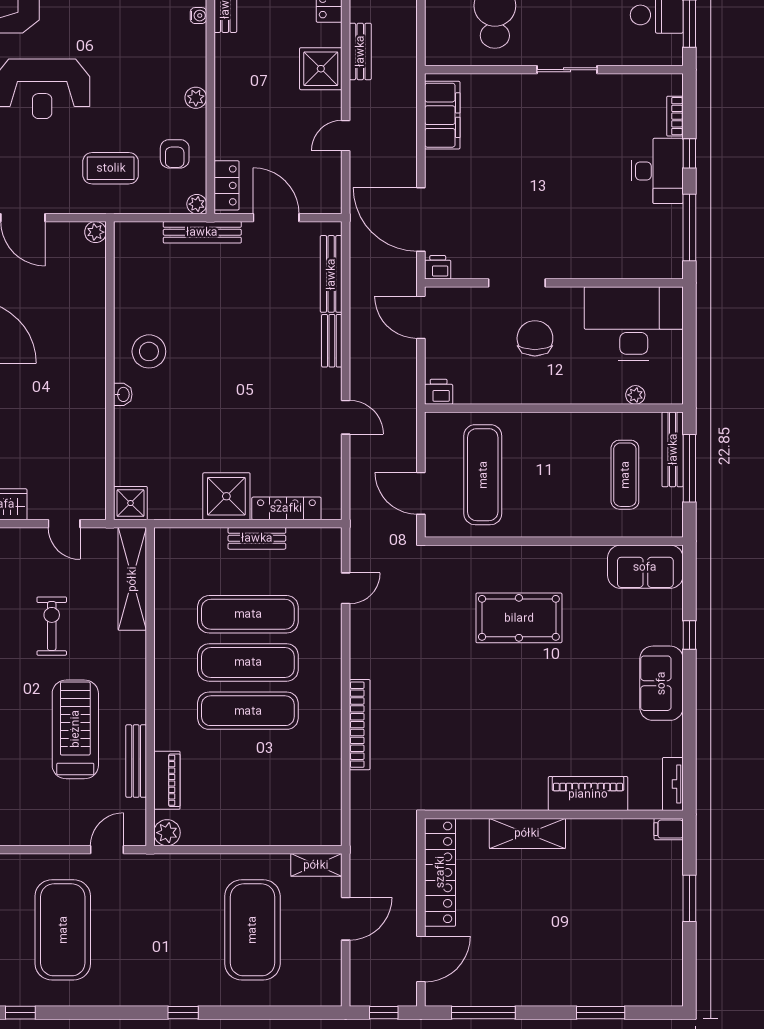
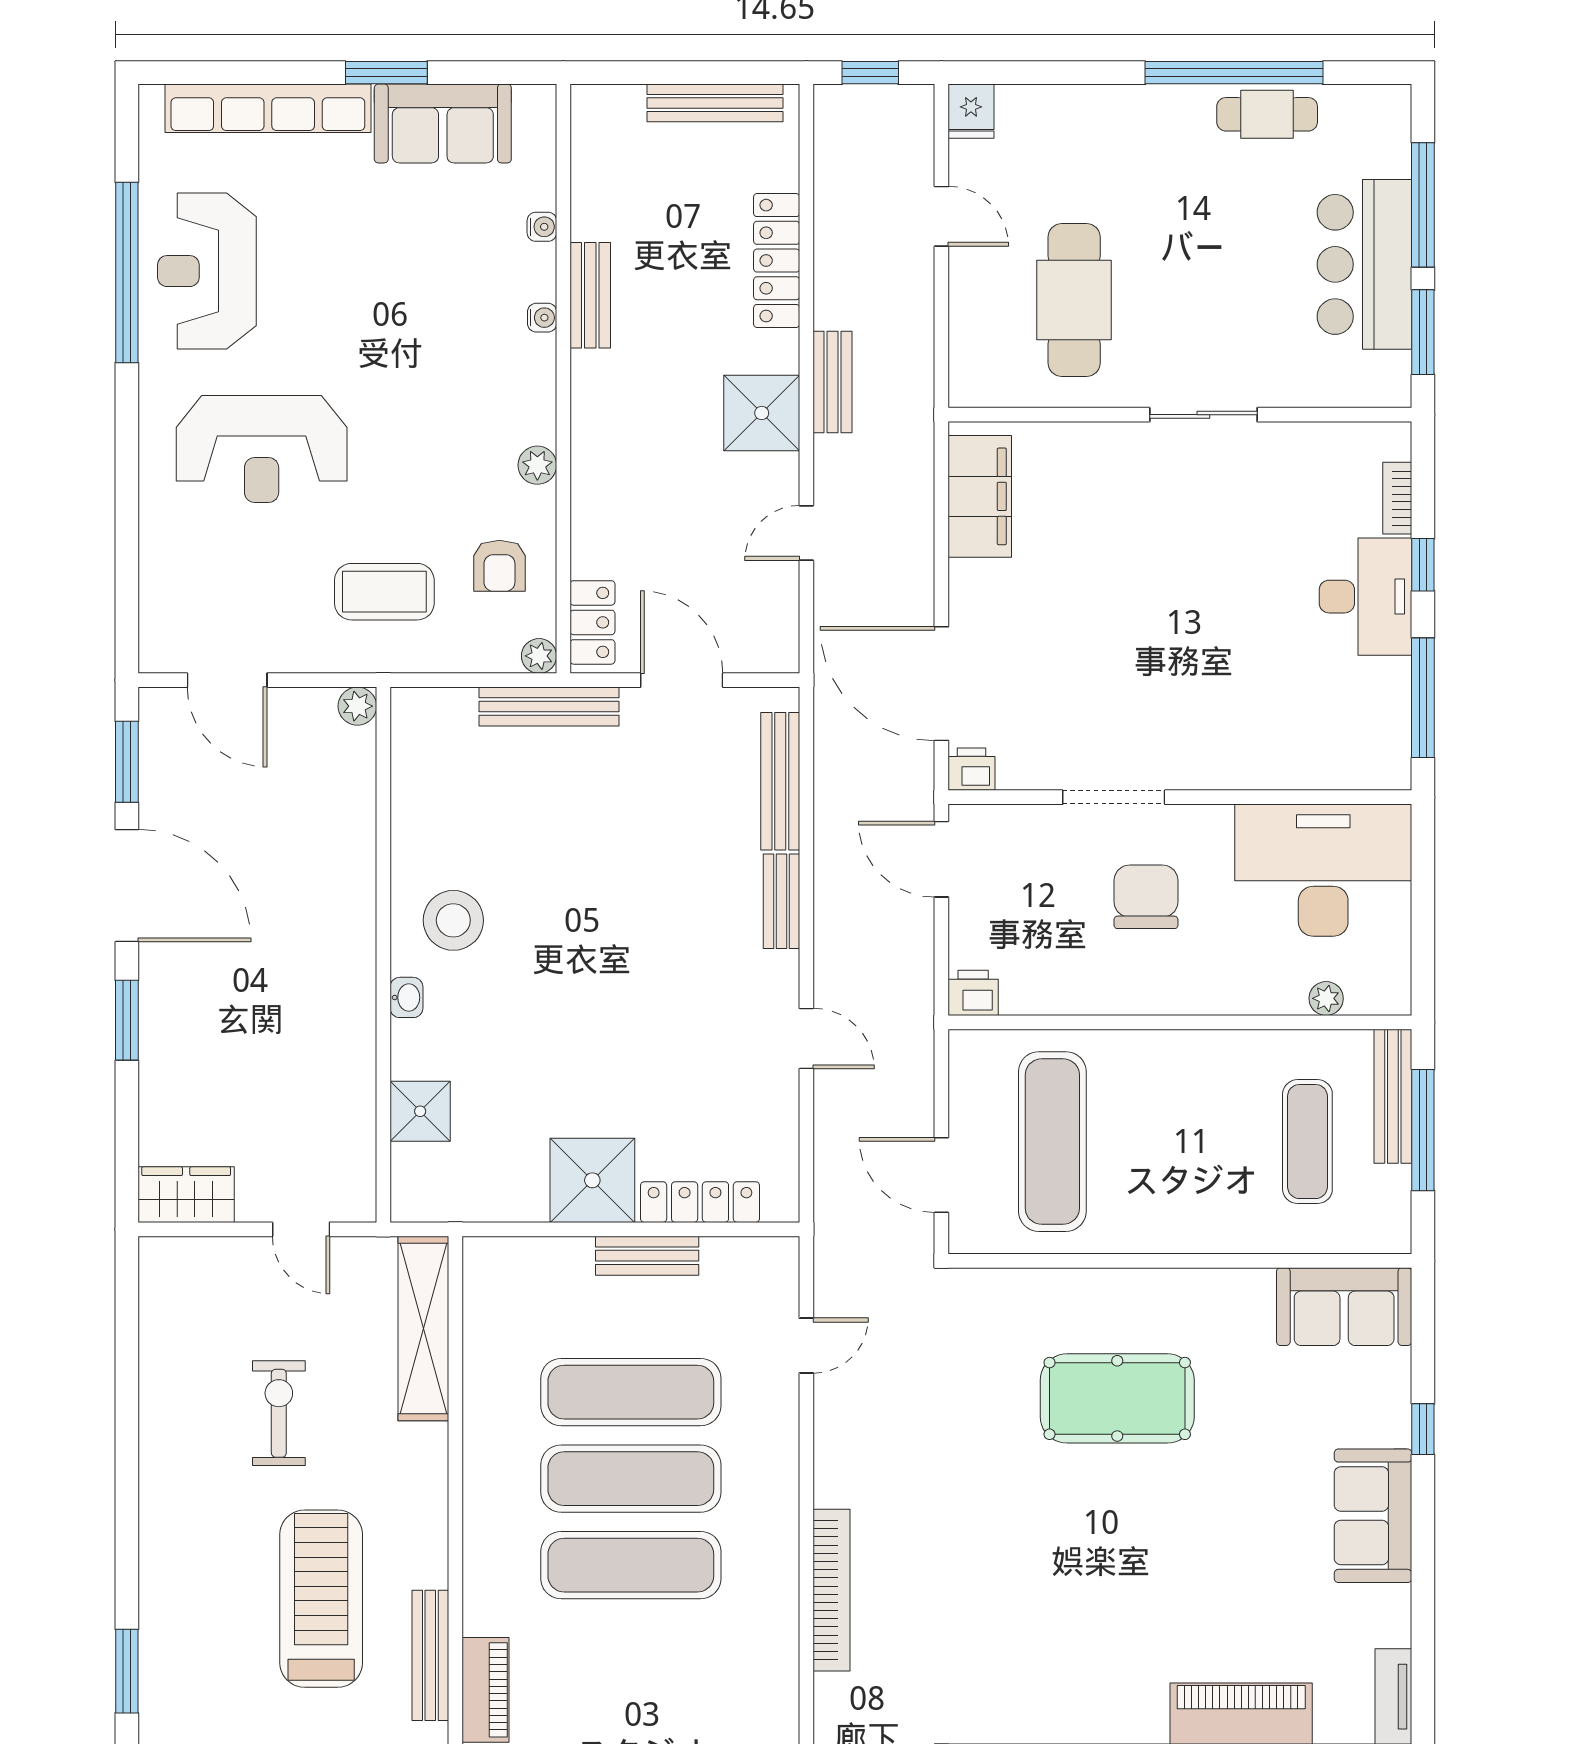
shower: (130, 503) -> (420, 1111), moved

